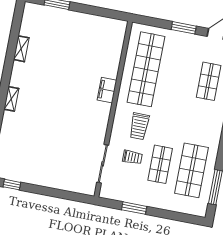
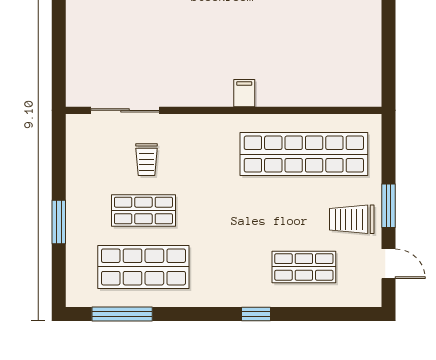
filing cabinet: (107, 90) -> (244, 93), width x0.50
trolley: (139, 126) -> (352, 219), moved
window: (134, 208) -> (59, 222), moved

